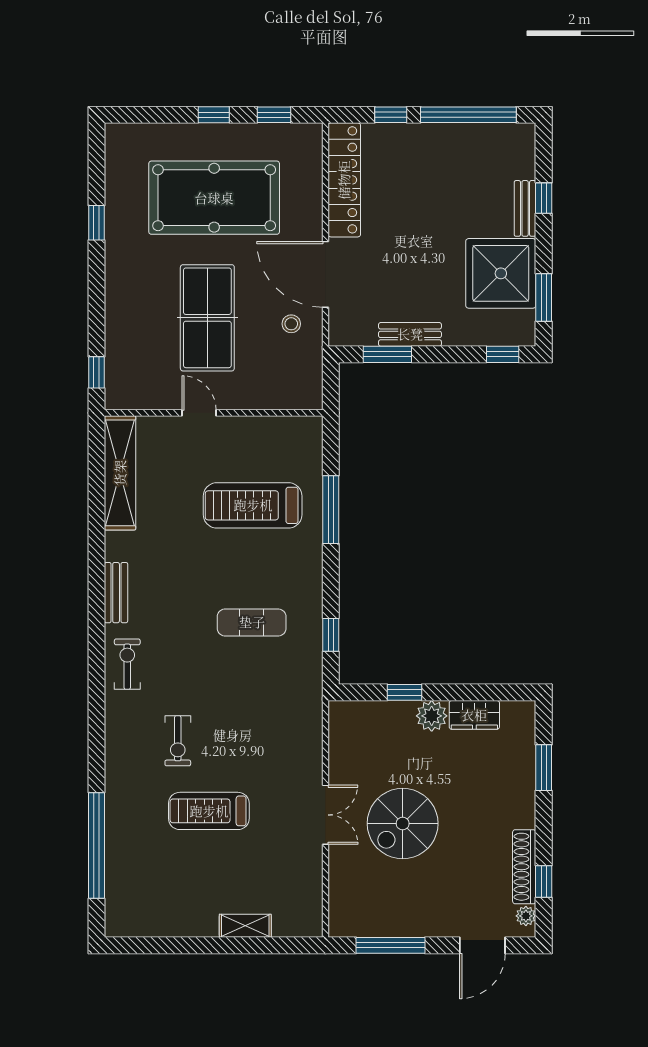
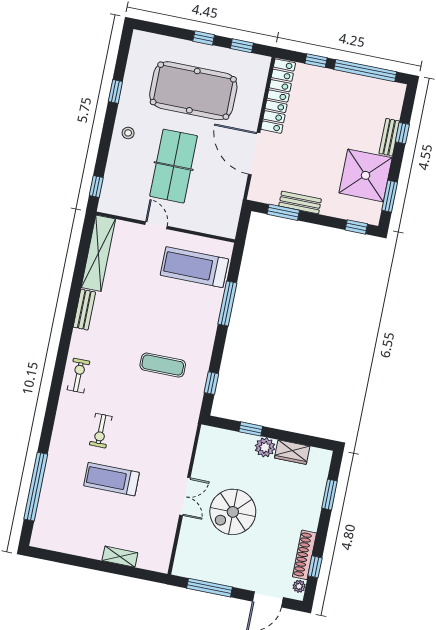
stool: (291, 324) -> (128, 133), moved
treadmill: (253, 505) -> (194, 267), moved
bench: (116, 593) -> (84, 310), moved

